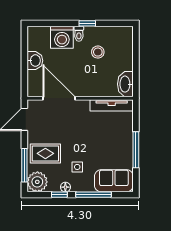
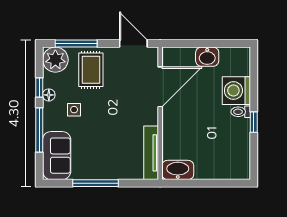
stool: (98, 52) -> (218, 135), removed

